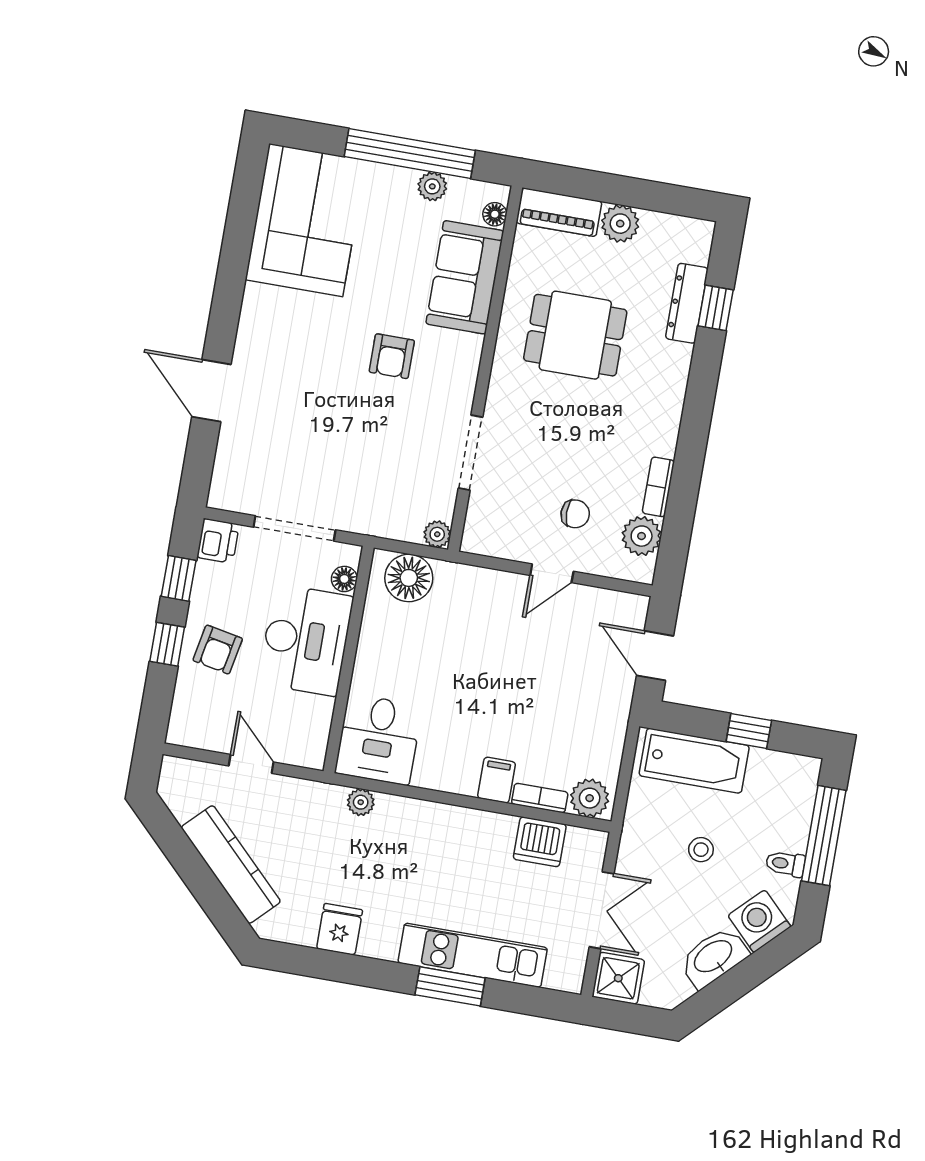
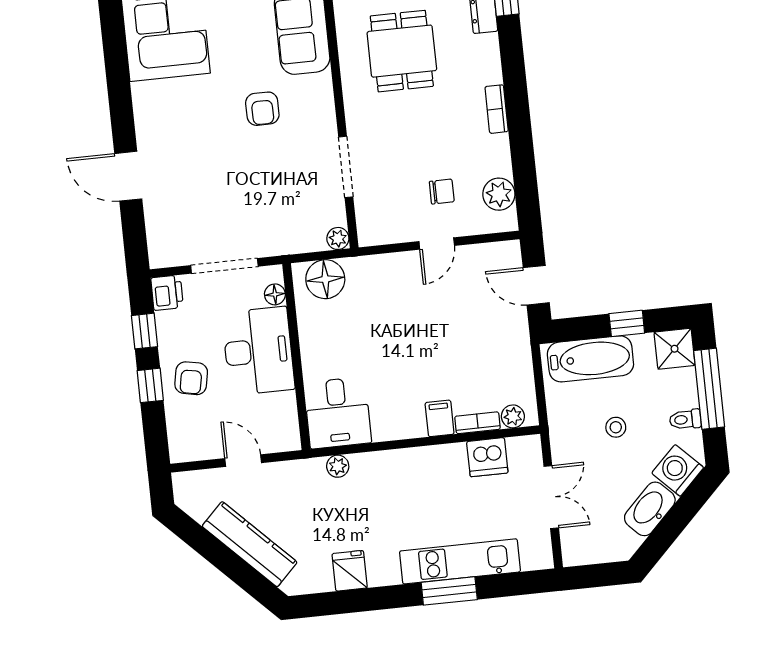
dining table: (575, 335) -> (402, 51), turned 90
bookcase: (658, 487) -> (497, 109), moved
plant: (590, 798) -> (513, 416), width x0.73, depth x0.73
shower: (618, 978) -> (675, 349), moved

